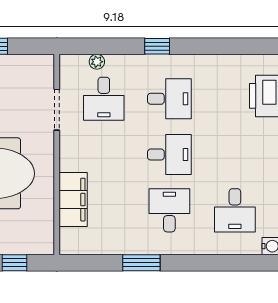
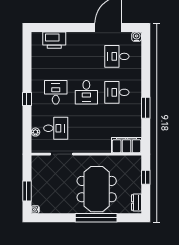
desk: (169, 155) -> (86, 92), turned 180
filing cabinet: (73, 200) -> (127, 145), moved
desk: (235, 210) -> (117, 56), turned 180

